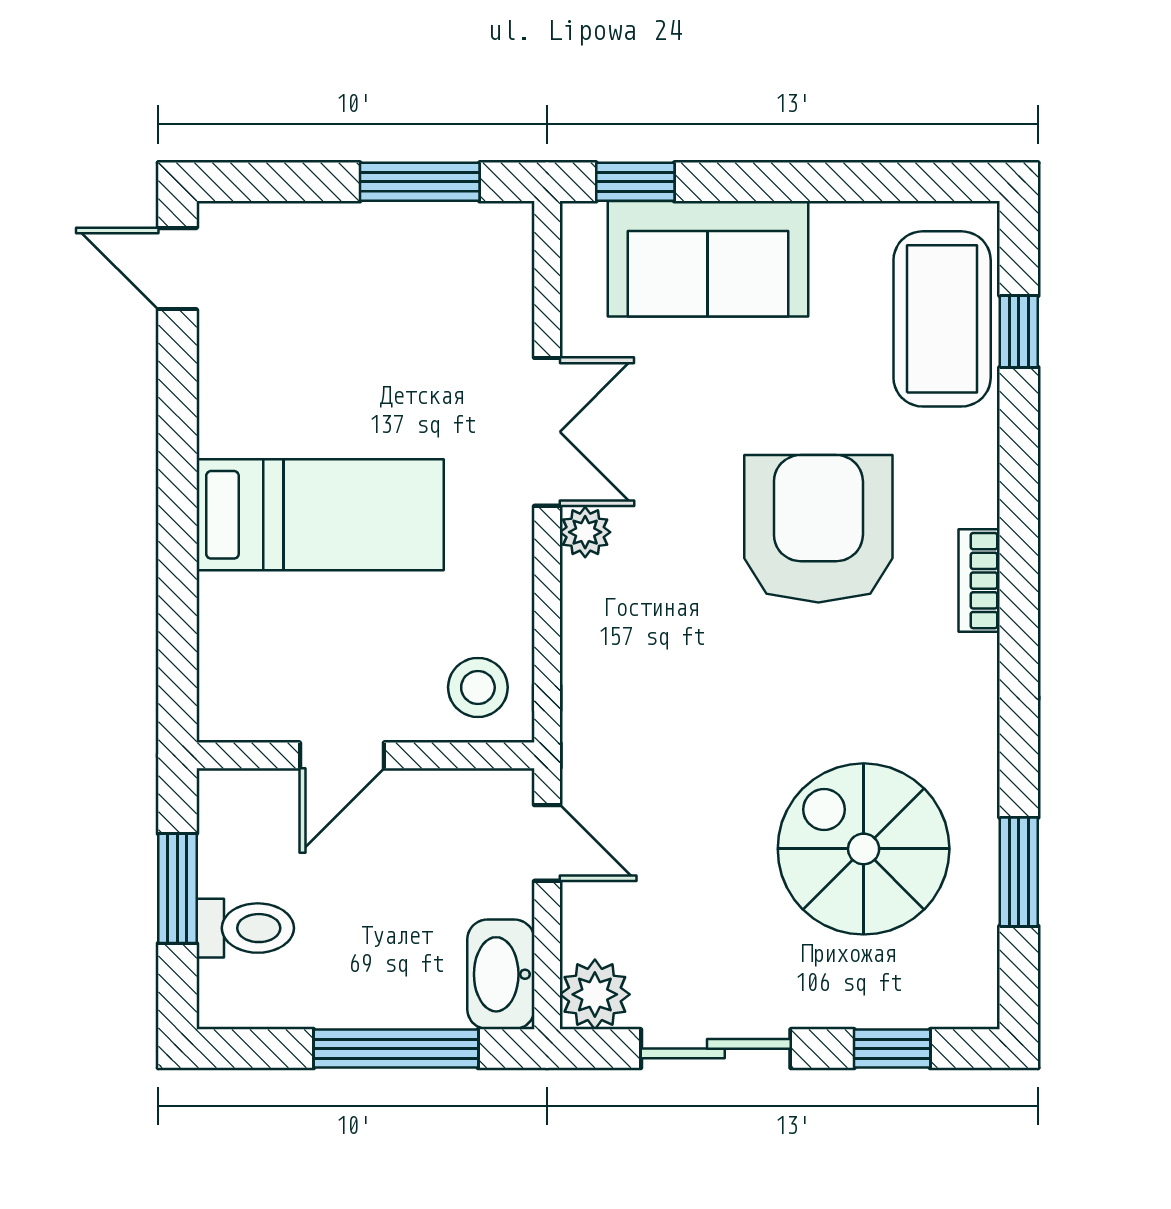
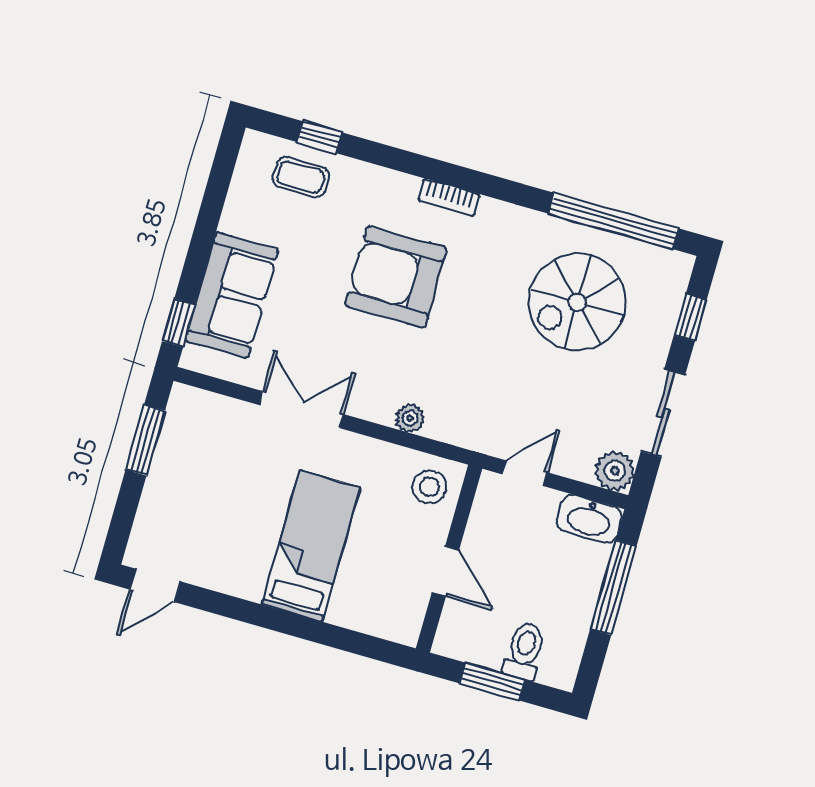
coffee table: (942, 319) -> (301, 177), width x0.54, depth x0.58
plant: (585, 532) -> (410, 418), moved
window: (1019, 872) -> (614, 221), width x2.11

